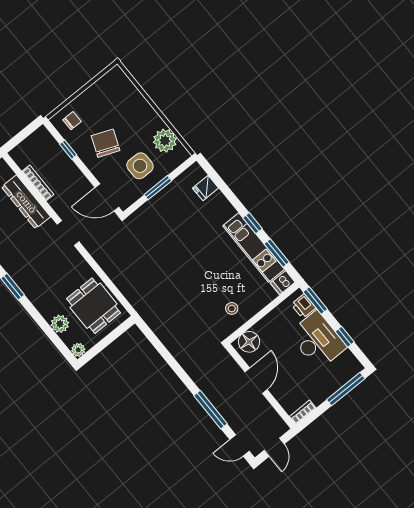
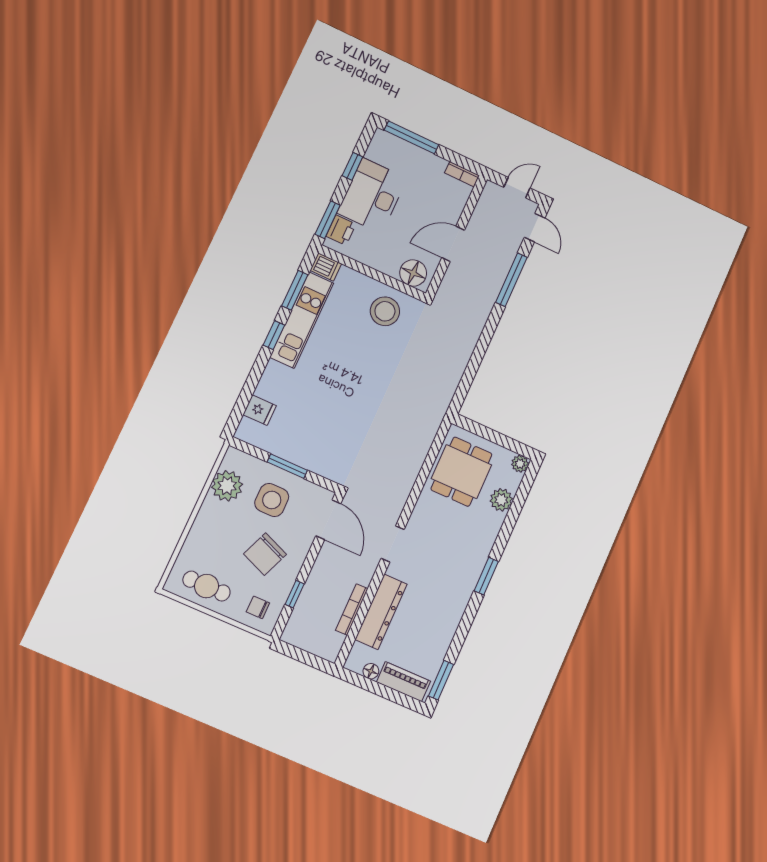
cafe table: (104, 94) -> (207, 586), added
stool: (232, 308) -> (385, 311), width x1.89, depth x1.89

